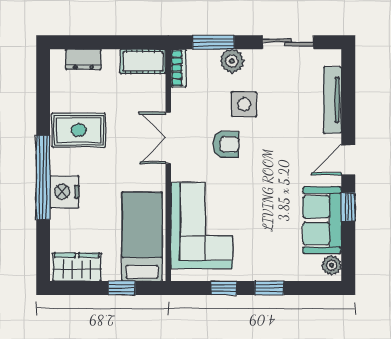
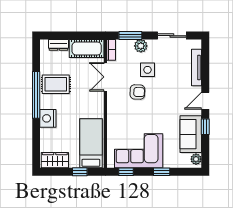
cot: (143, 62) -> (87, 48), width x1.37, depth x1.34
double door: (168, 138) -> (105, 77), moved
window: (43, 178) -> (36, 95), moved
corner sofa: (202, 225) -> (139, 151), moved, turned -90
window: (224, 288) -> (126, 172), moved

